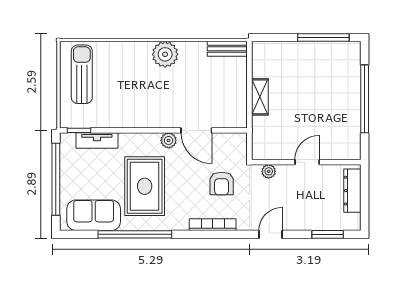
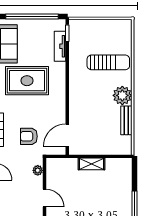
bench: (227, 49) -> (126, 120), moved
sun lounger: (82, 74) -> (108, 62), moved
door: (196, 130) -> (67, 135), moved
plant: (169, 140) -> (60, 98), removed

